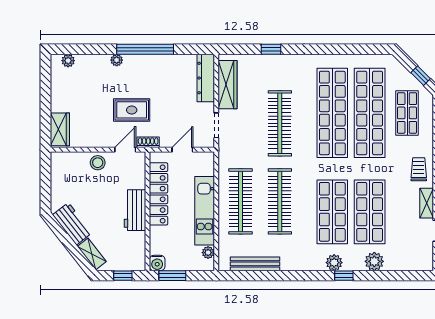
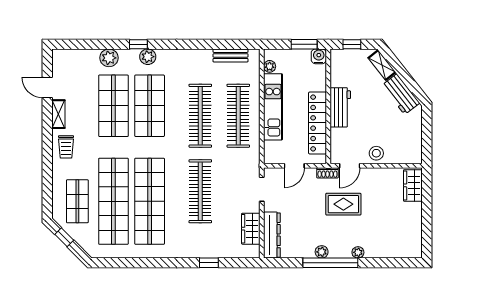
plant: (68, 61) -> (322, 252), moved
wardrobe: (227, 85) -> (251, 229), width x0.67
bench: (255, 264) -> (231, 55), width x0.73

